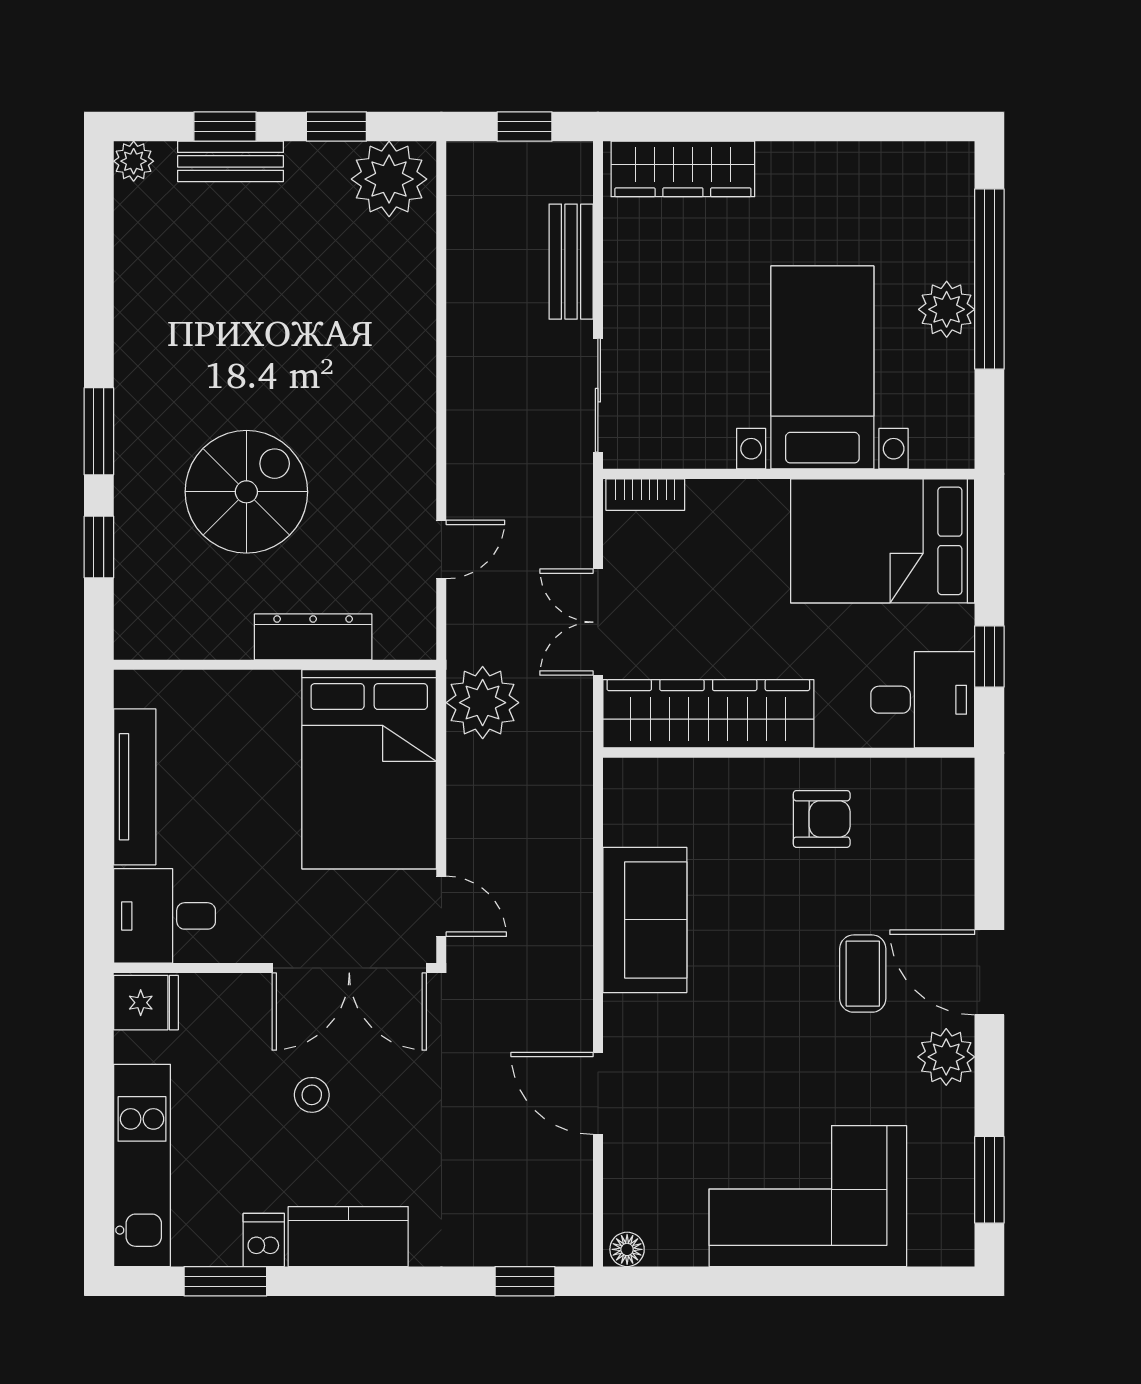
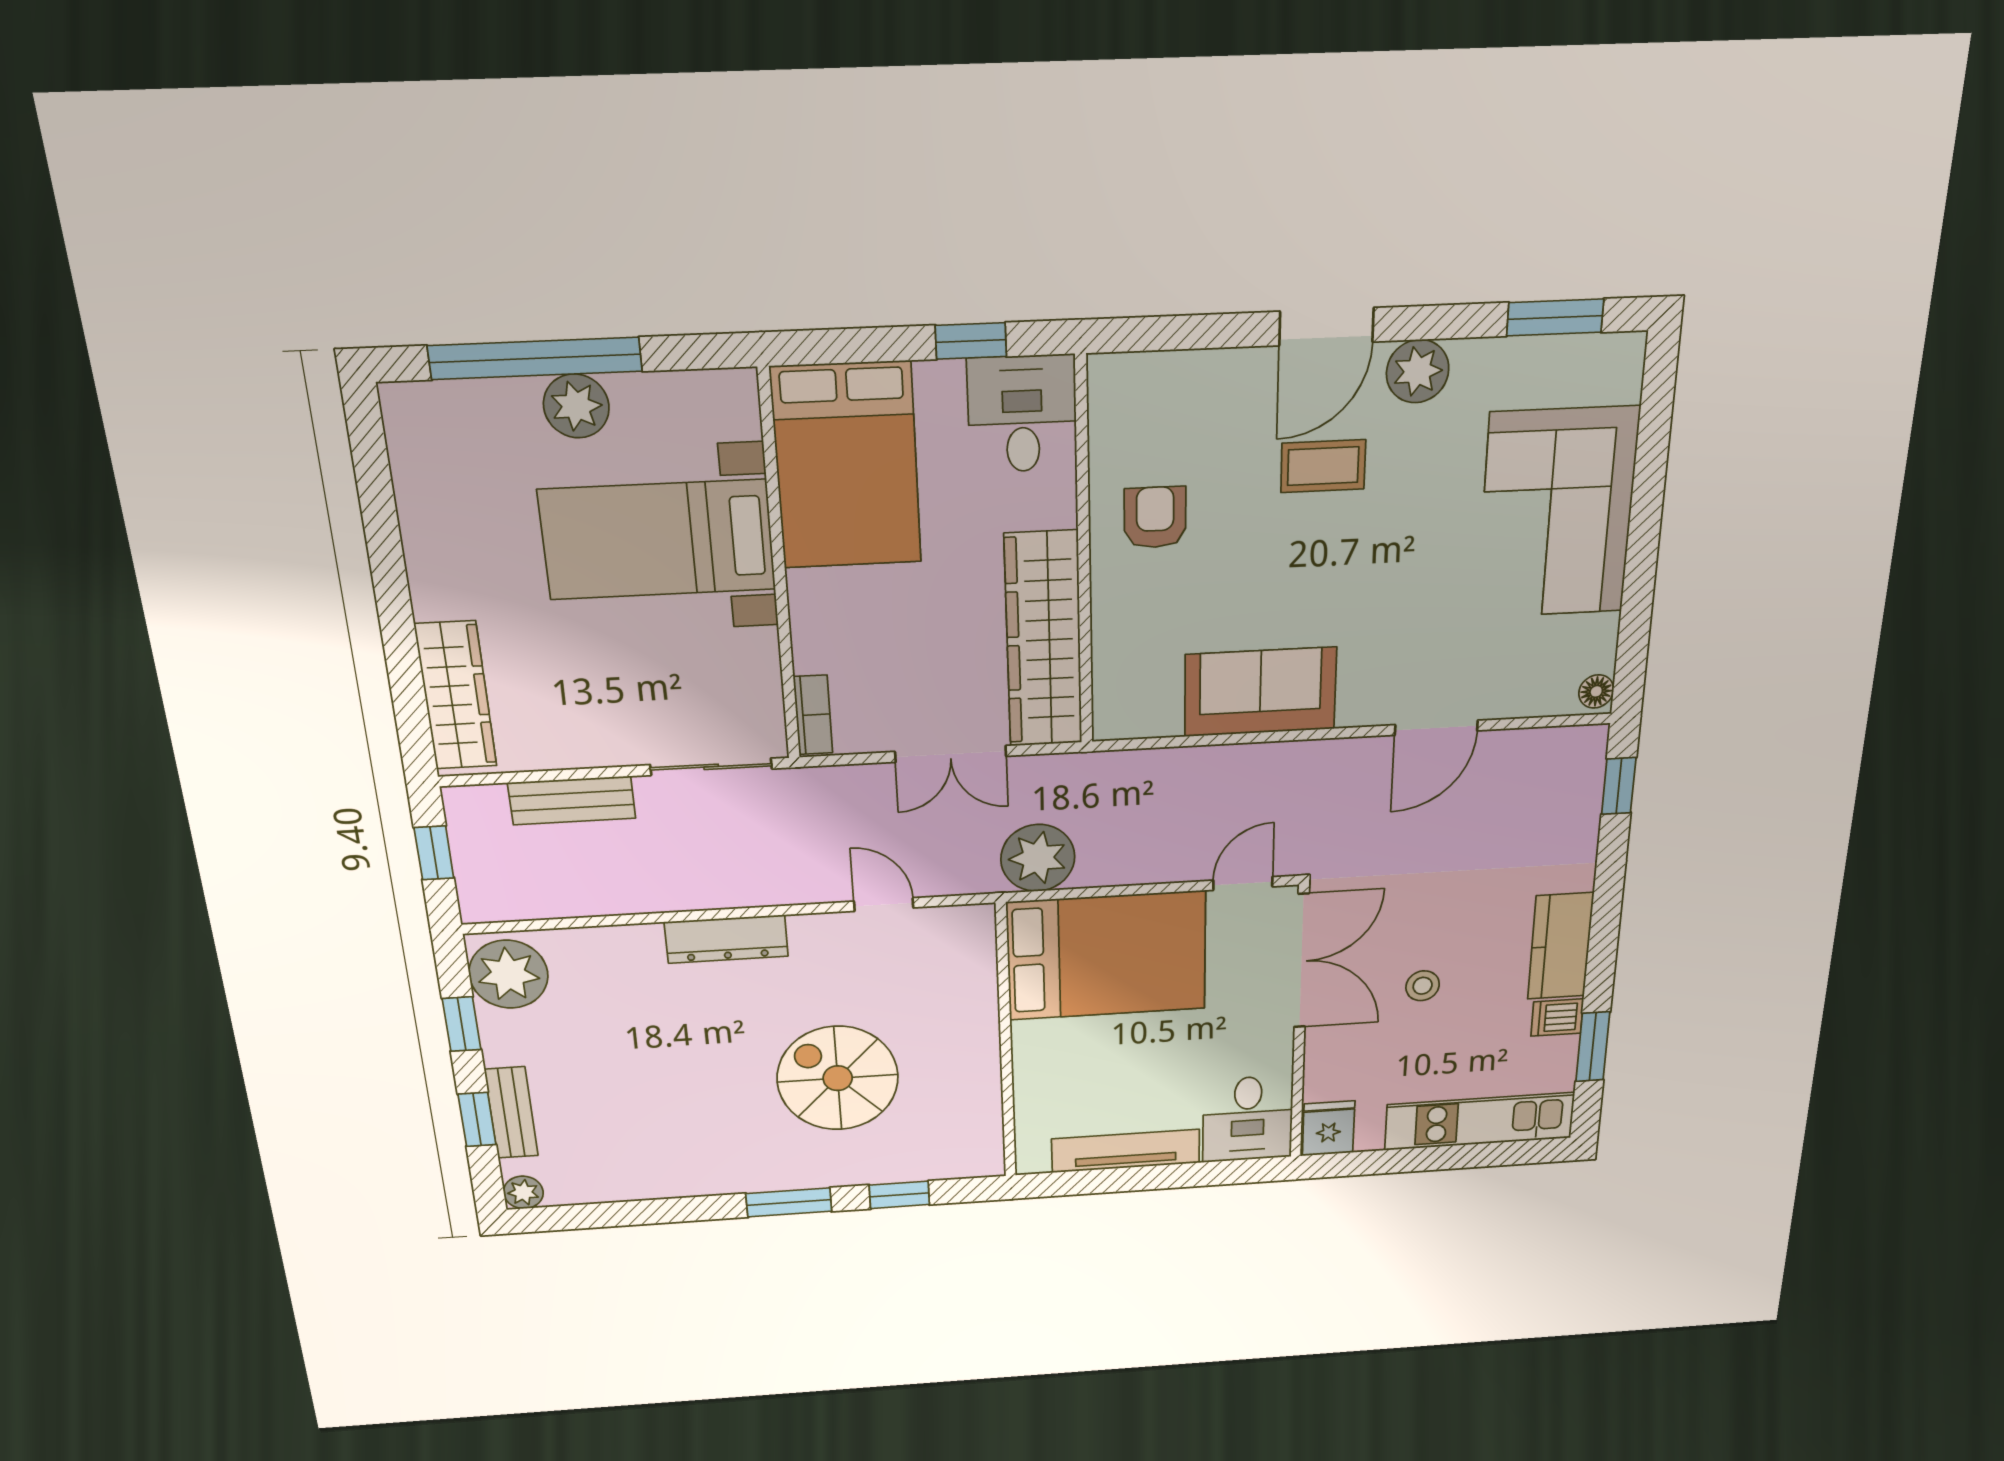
dresser: (313, 637) -> (726, 939), moved, turned -90

